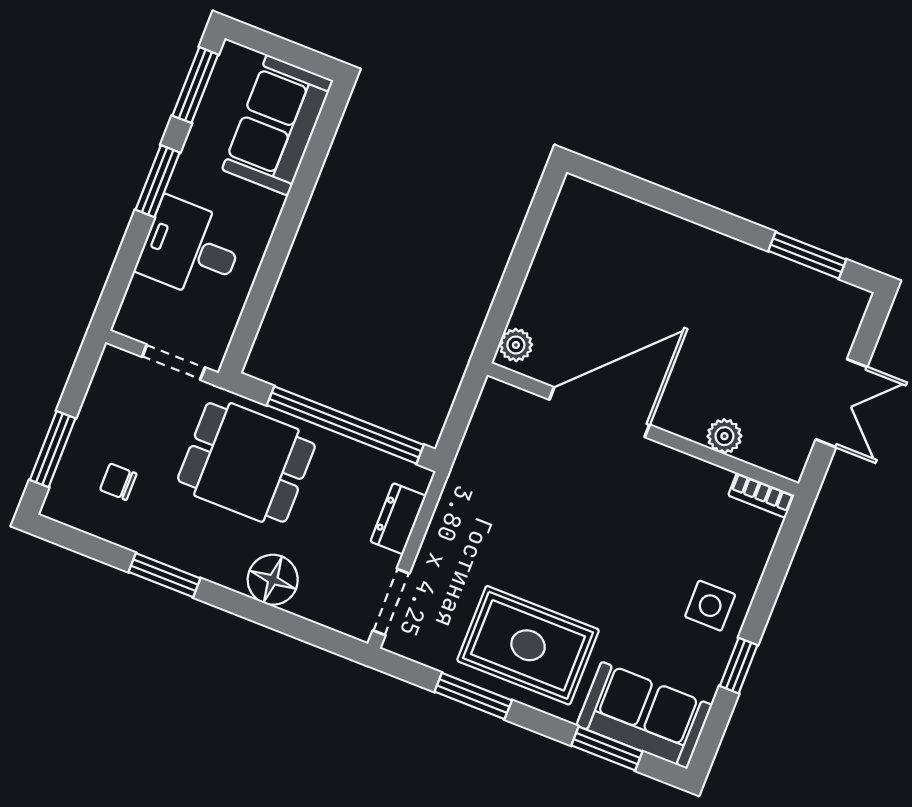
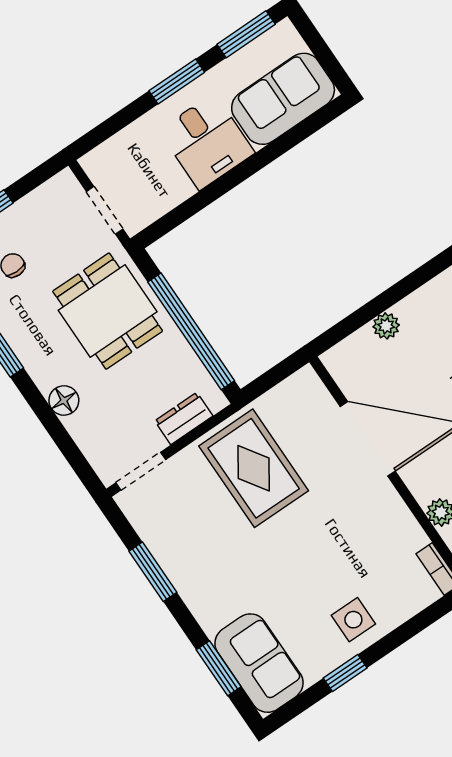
desk: (191, 249) -> (207, 142), moved, turned 180
plant: (516, 345) -> (386, 326), moved
floor lamp: (273, 580) -> (64, 400), width x0.73, depth x0.73
rug: (528, 645) -> (254, 468), moved

